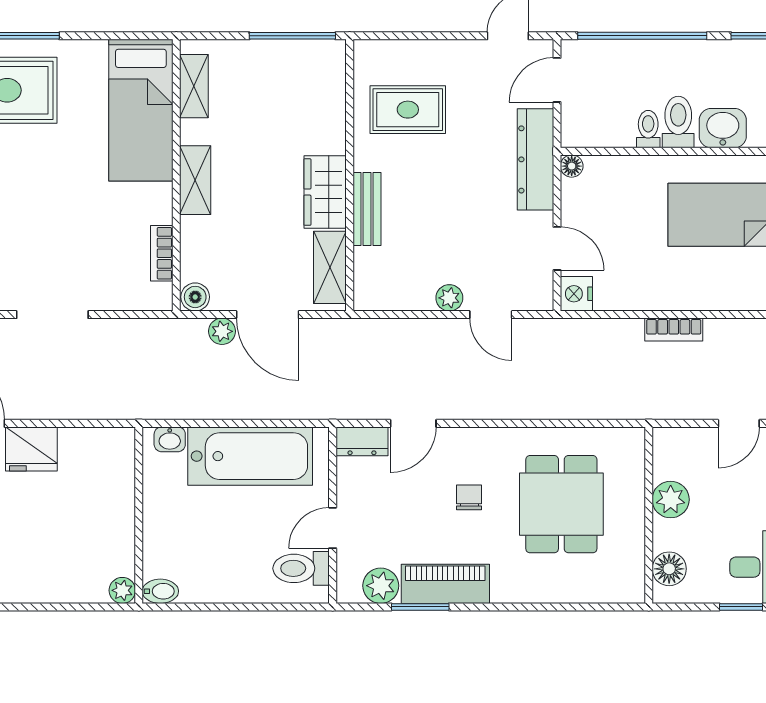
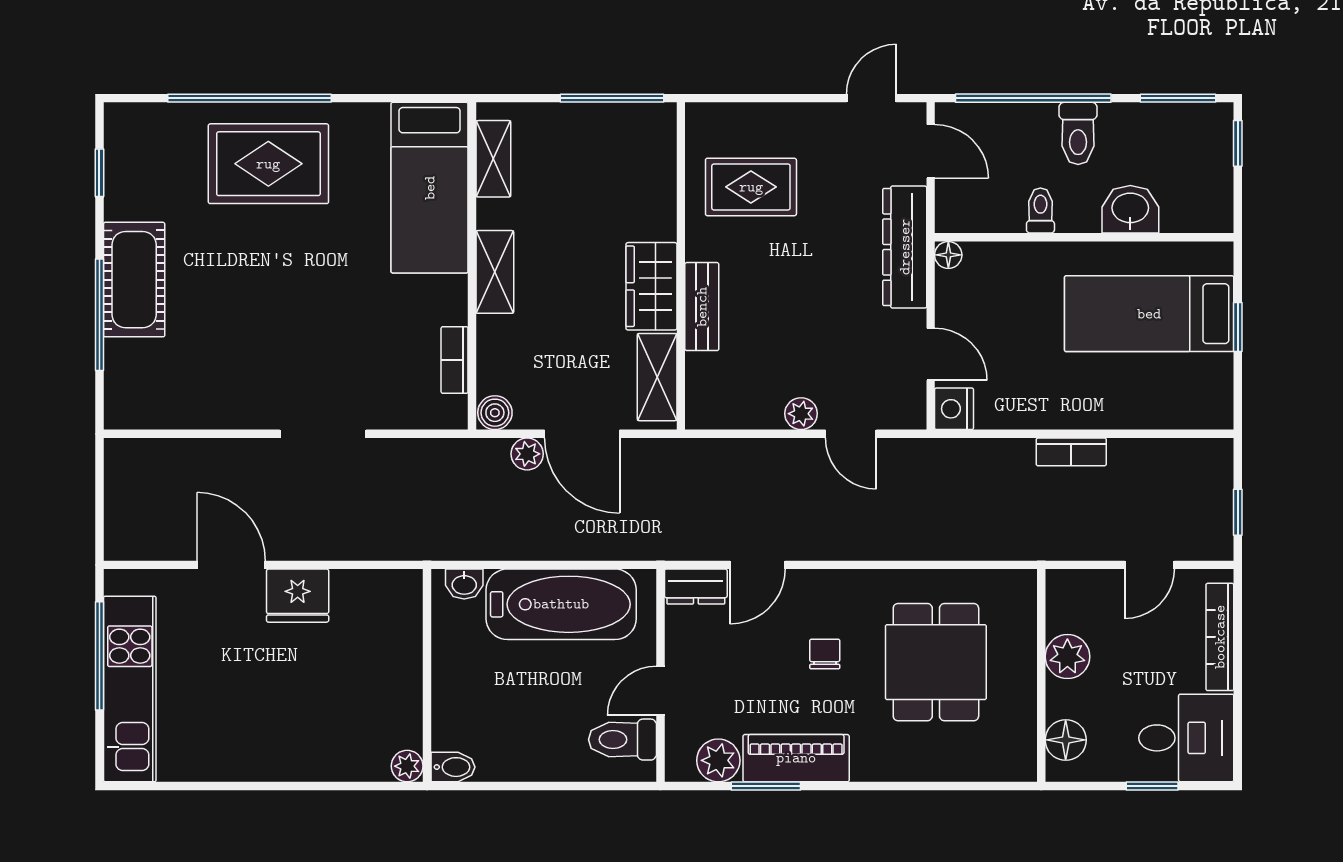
door: (557, 80) -> (931, 151), swing flipped
toilet: (678, 122) -> (1078, 133), moved, turned 180

